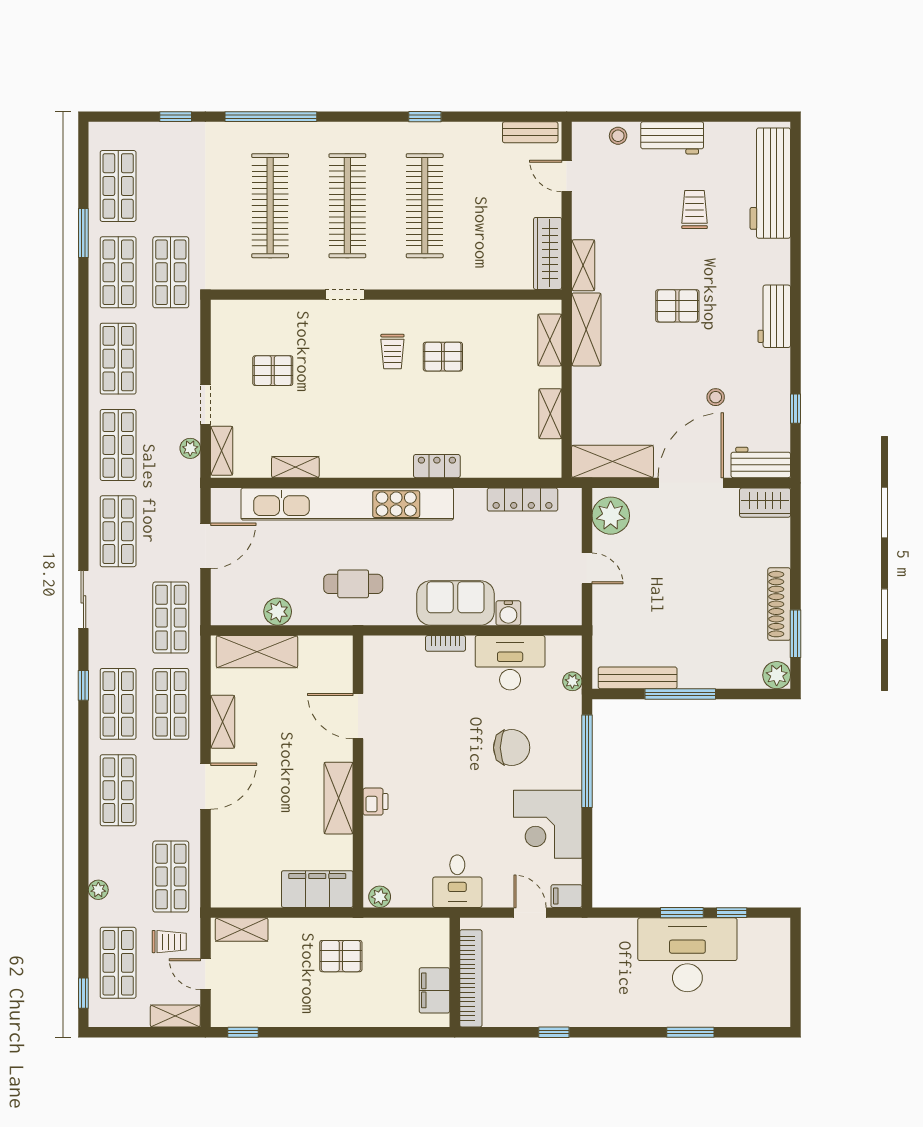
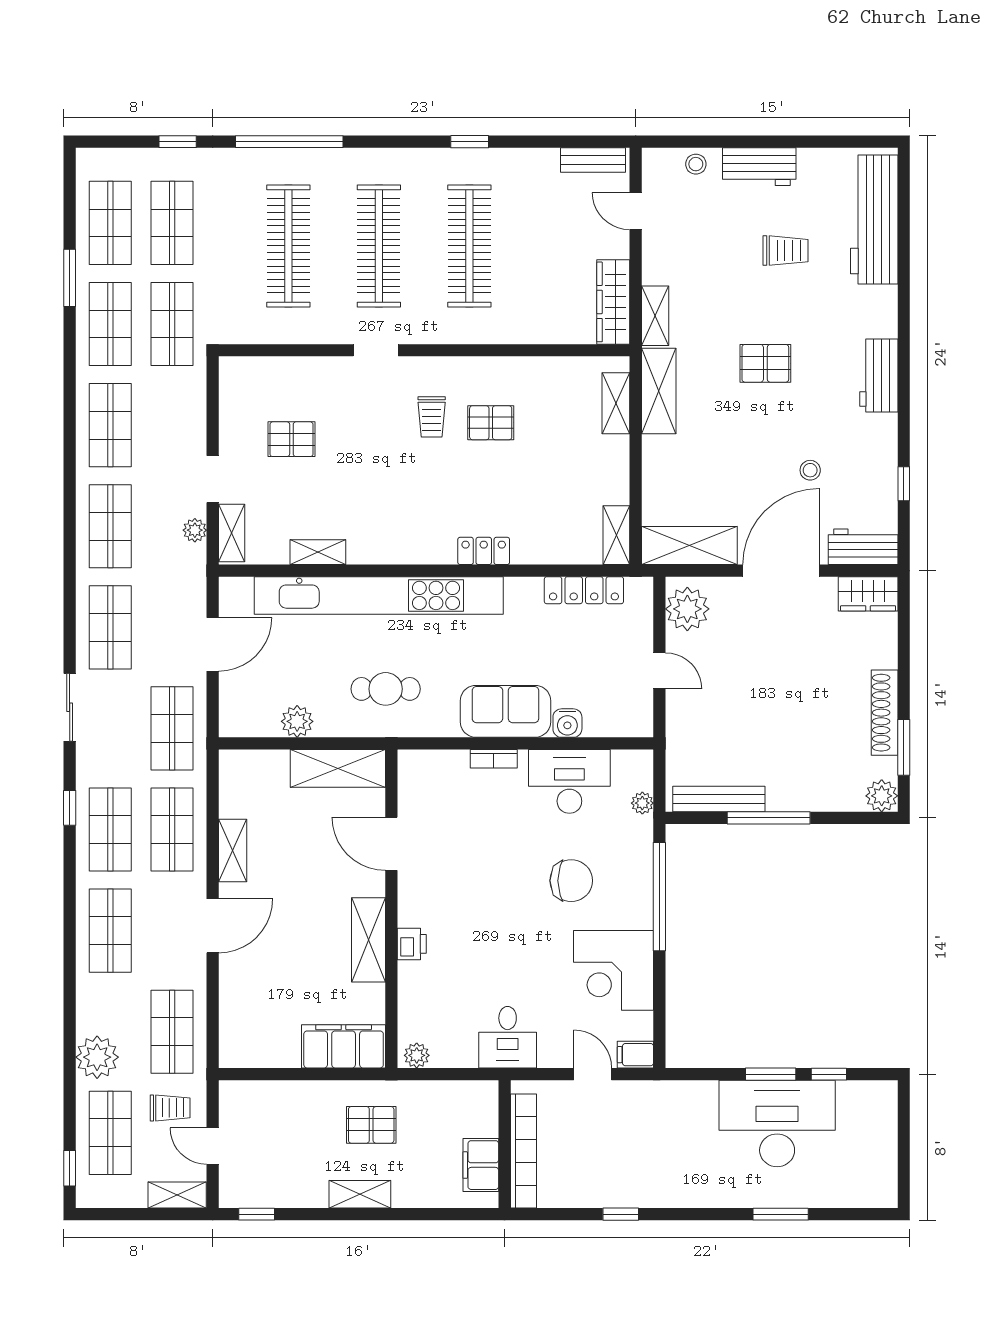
shop shelf: (171, 186) -> (172, 223), added
trolley: (695, 210) -> (786, 251), turned 90
shelving: (550, 414) -> (616, 535), moved
shelving: (257, 652) -> (338, 768), moved
plant: (98, 890) -> (97, 1057), width x1.88, depth x1.88
shelving: (242, 930) -> (360, 1194), moved

